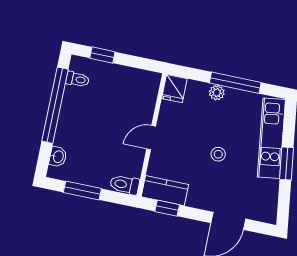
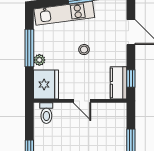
fridge: (174, 89) -> (46, 85), width x1.88, depth x1.34
toilet: (125, 185) -> (46, 113), moved

